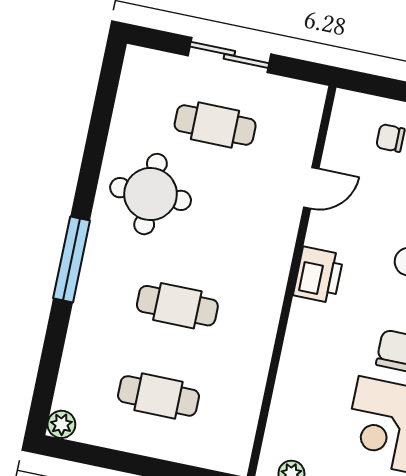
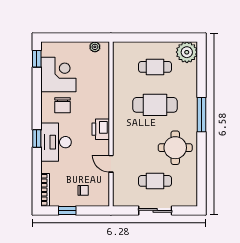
door: (311, 188) -> (111, 164), hinge flipped
cafe table: (177, 306) -> (155, 105), width x1.37, depth x1.35
plant: (61, 424) -> (187, 52), width x1.88, depth x1.88

